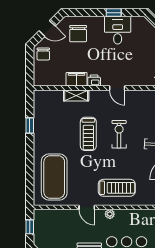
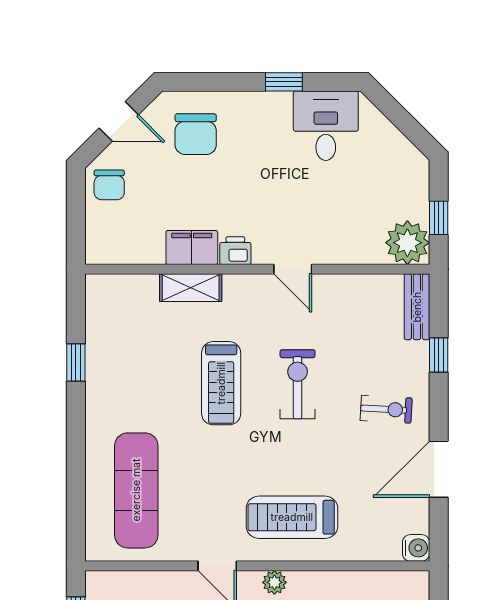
desk: (118, 30) -> (326, 126), moved
exercise mat: (54, 177) -> (136, 490), width x0.68
treadmill: (117, 188) -> (292, 517), turned 180

